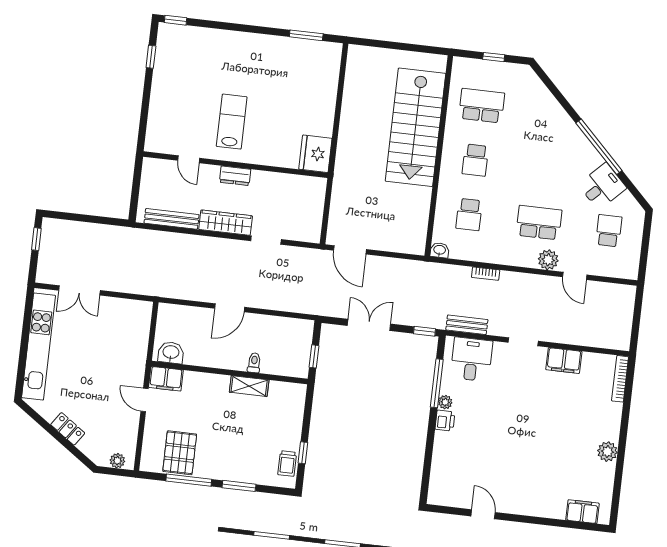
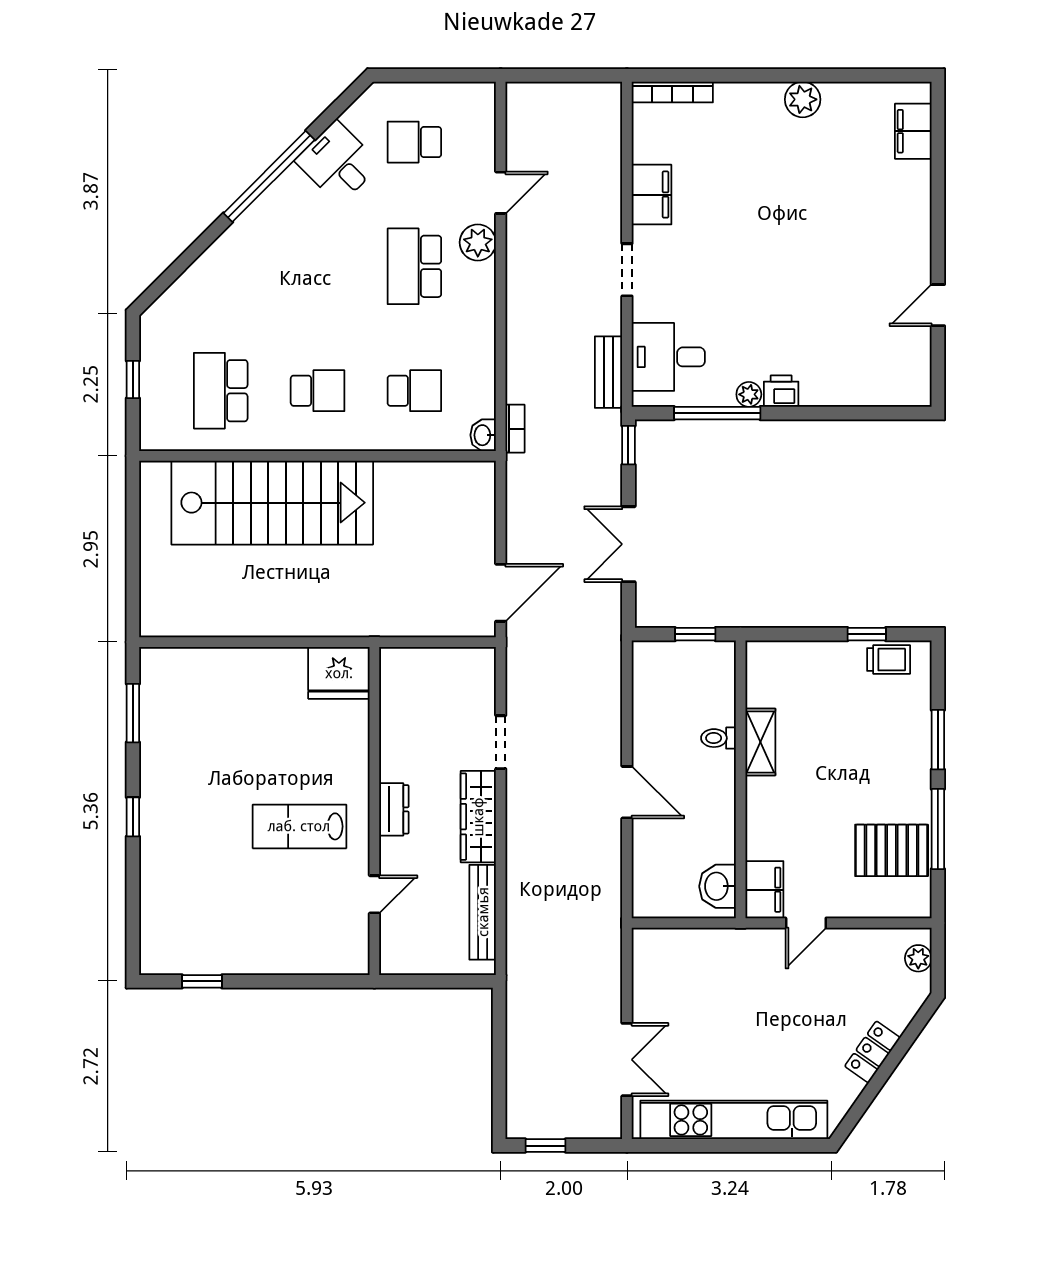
window: (176, 20) -> (133, 817), moved
bookcase: (486, 274) -> (515, 429), moved

